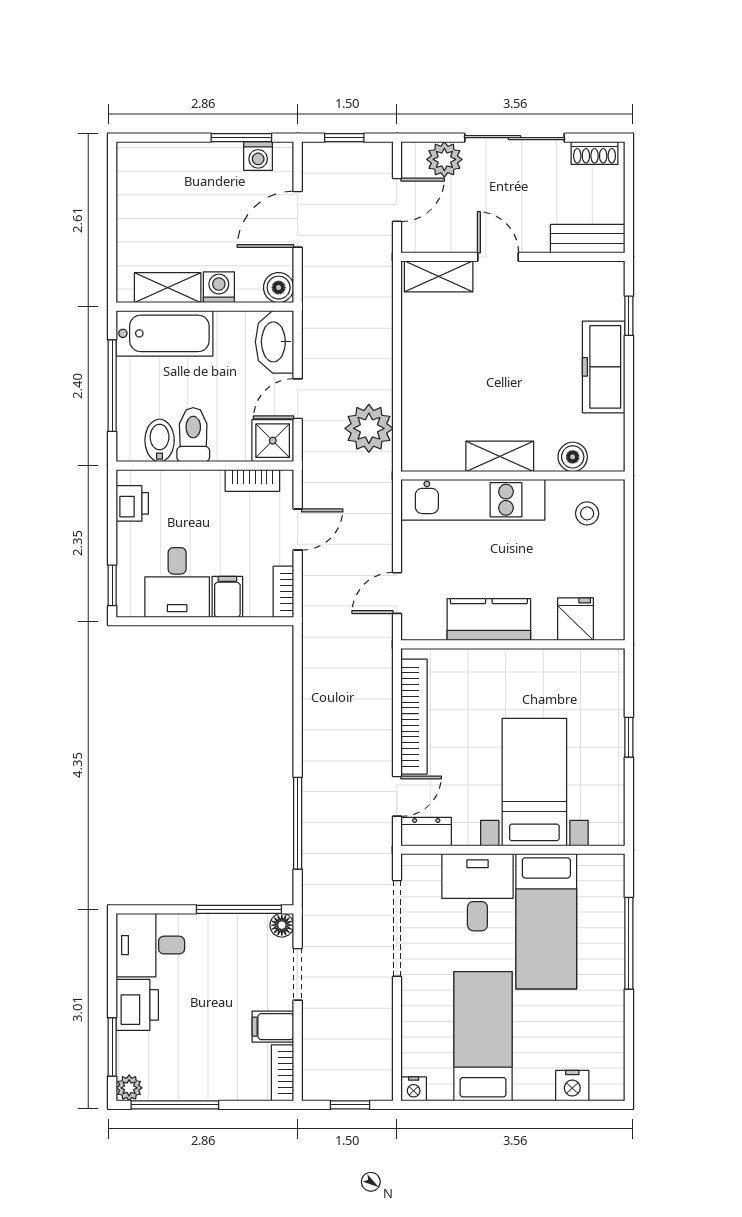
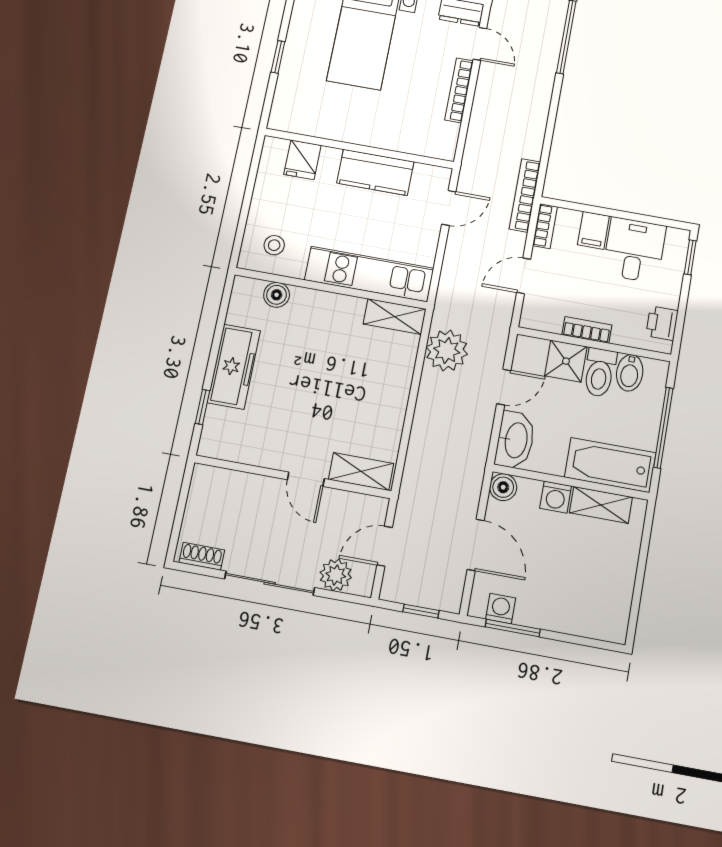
door: (298, 219) -> (476, 545), hinge flipped
bench: (588, 239) -> (224, 481), removed
shower: (273, 441) -> (566, 361), moved
shelving: (500, 456) -> (395, 317), moved
bookcase: (252, 480) -> (587, 330), moved
bookcase: (313, 624) -> (525, 195), added
bookcase: (414, 717) -> (459, 90), width x0.68, depth x0.76
door: (397, 796) -> (480, 44), swing flipped

